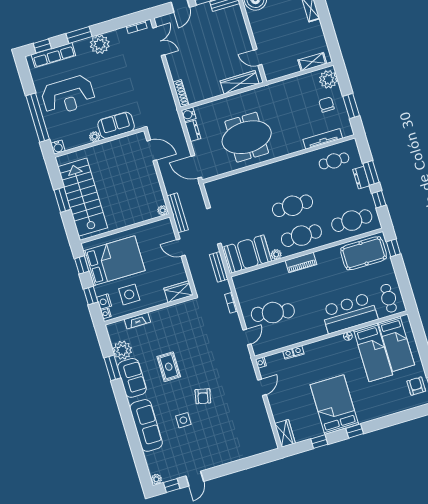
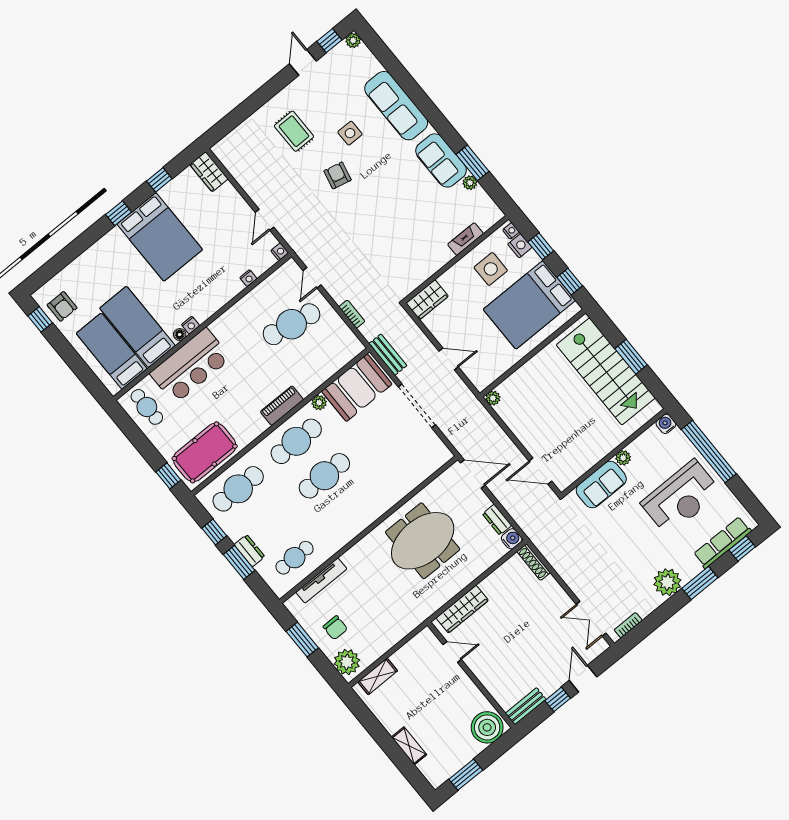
reception desk: (68, 95) -> (681, 498), turned 180
bench: (178, 213) -> (472, 403), removed
plant: (122, 350) -> (470, 183), width x0.53, depth x0.53
nightstand: (298, 351) -> (191, 325), moved
rug: (169, 367) -> (294, 131), moved

